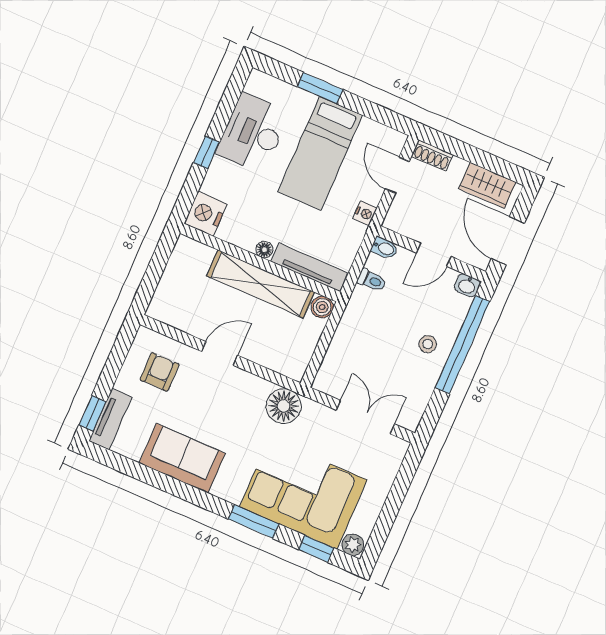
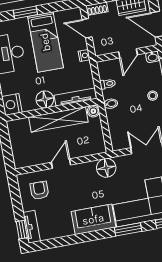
bidet: (385, 248) -> (111, 104), moved
floor lamp: (264, 250) -> (45, 99), width x1.89, depth x1.89
sofa: (182, 458) -> (93, 219), moved

